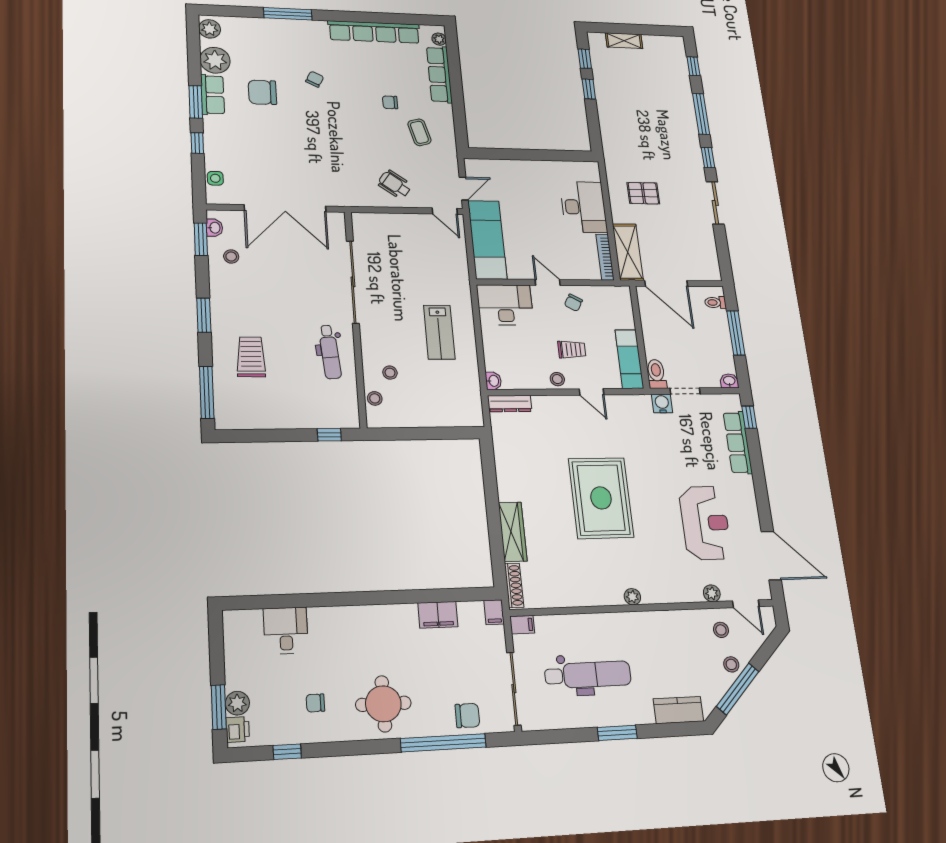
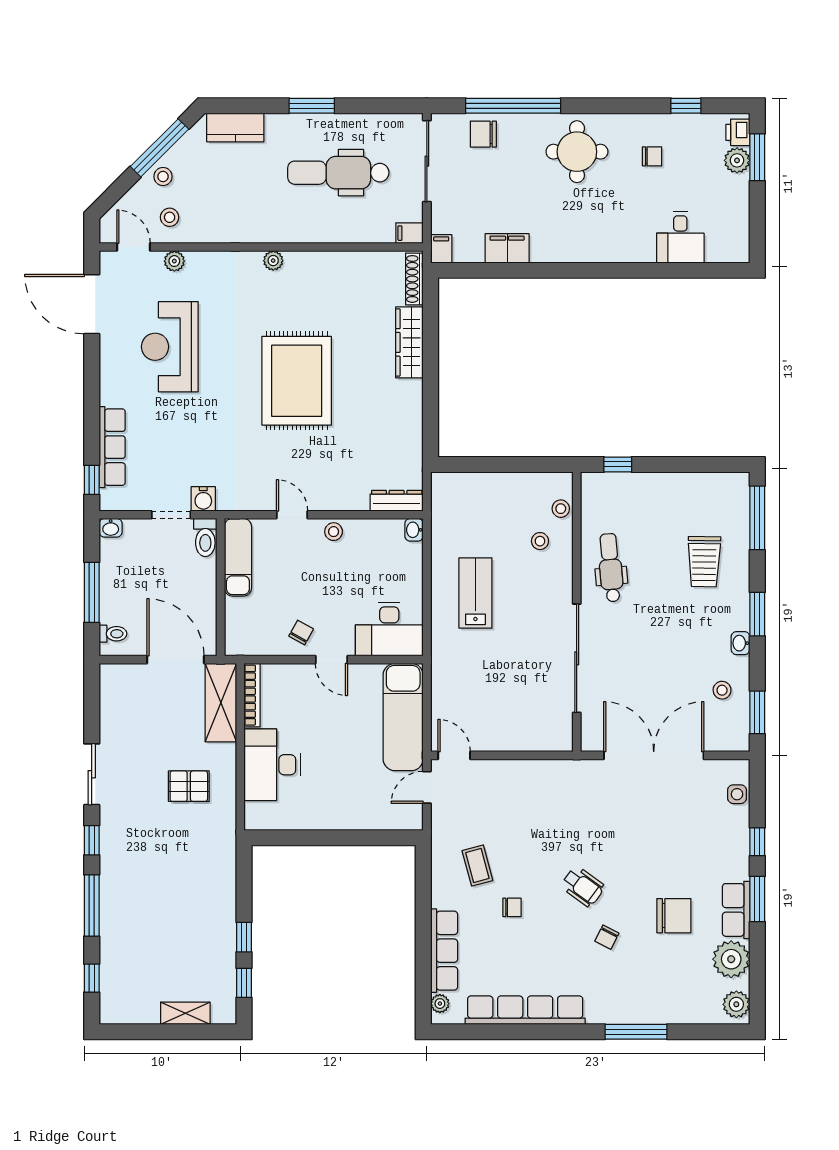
wheelchair: (395, 184) -> (583, 886), moved
washbasin: (214, 228) -> (740, 643), moved
trolley: (572, 350) -> (311, 570), removed

